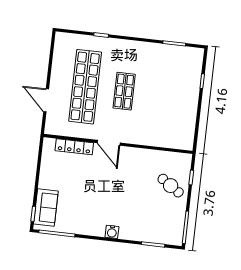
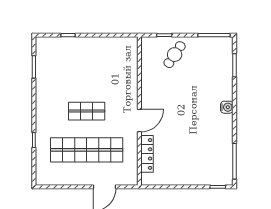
sofa: (46, 207) -> (210, 175), removed

